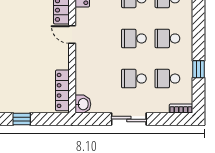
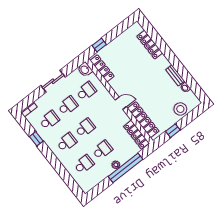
school desk: (100, 79) -> (86, 91), added
window: (22, 119) -> (99, 45), moved

